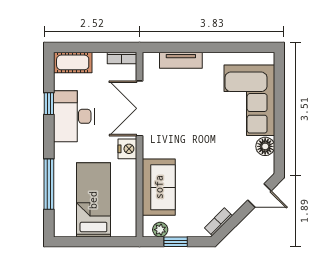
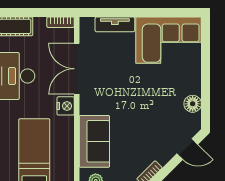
corner sofa: (249, 100) -> (169, 40), moved, turned -90

